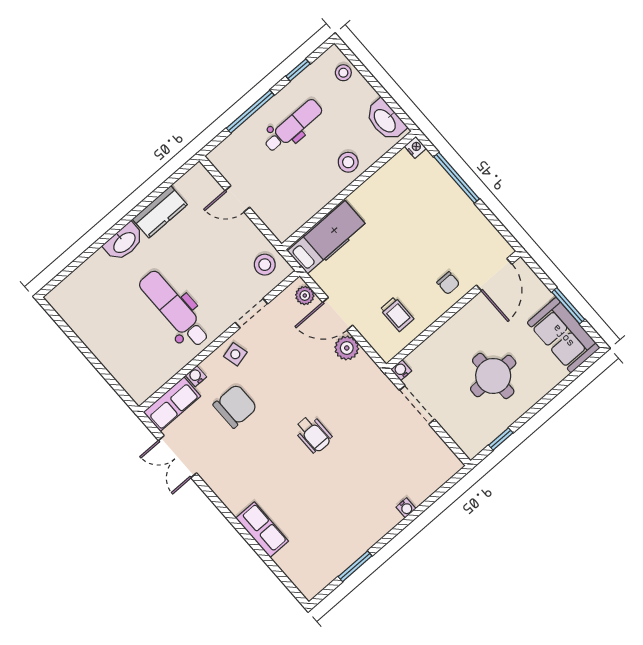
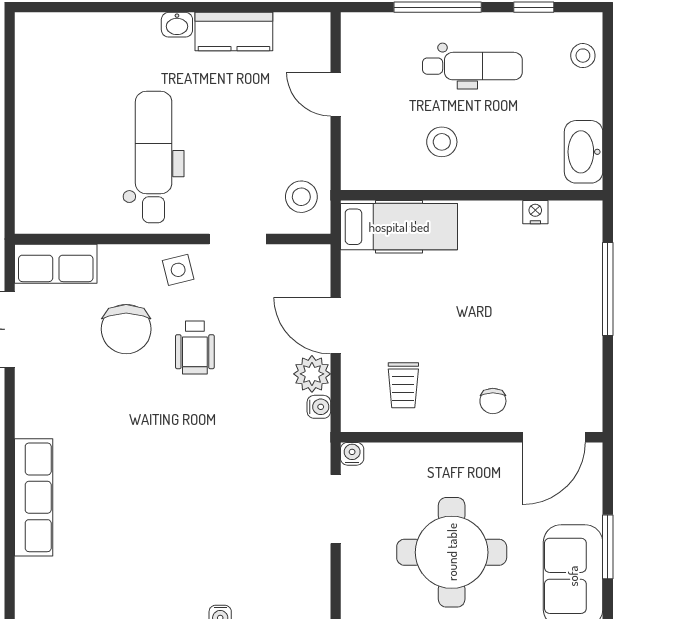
nightstand: (415, 147) -> (535, 212), moved, turned -90
stool: (348, 162) -> (442, 142), moved
washbasin: (124, 242) -> (177, 25), width x0.52, depth x0.69
plant: (305, 295) -> (316, 272), removed
water cooler: (196, 376) -> (319, 407), moved, turned 90
round table: (493, 376) -> (452, 552), width x1.36, depth x1.36
chair: (235, 406) -> (126, 329), turned 90
wheelchair: (313, 434) -> (195, 347), moved
row of seats: (262, 530) -> (34, 497), width x1.48

